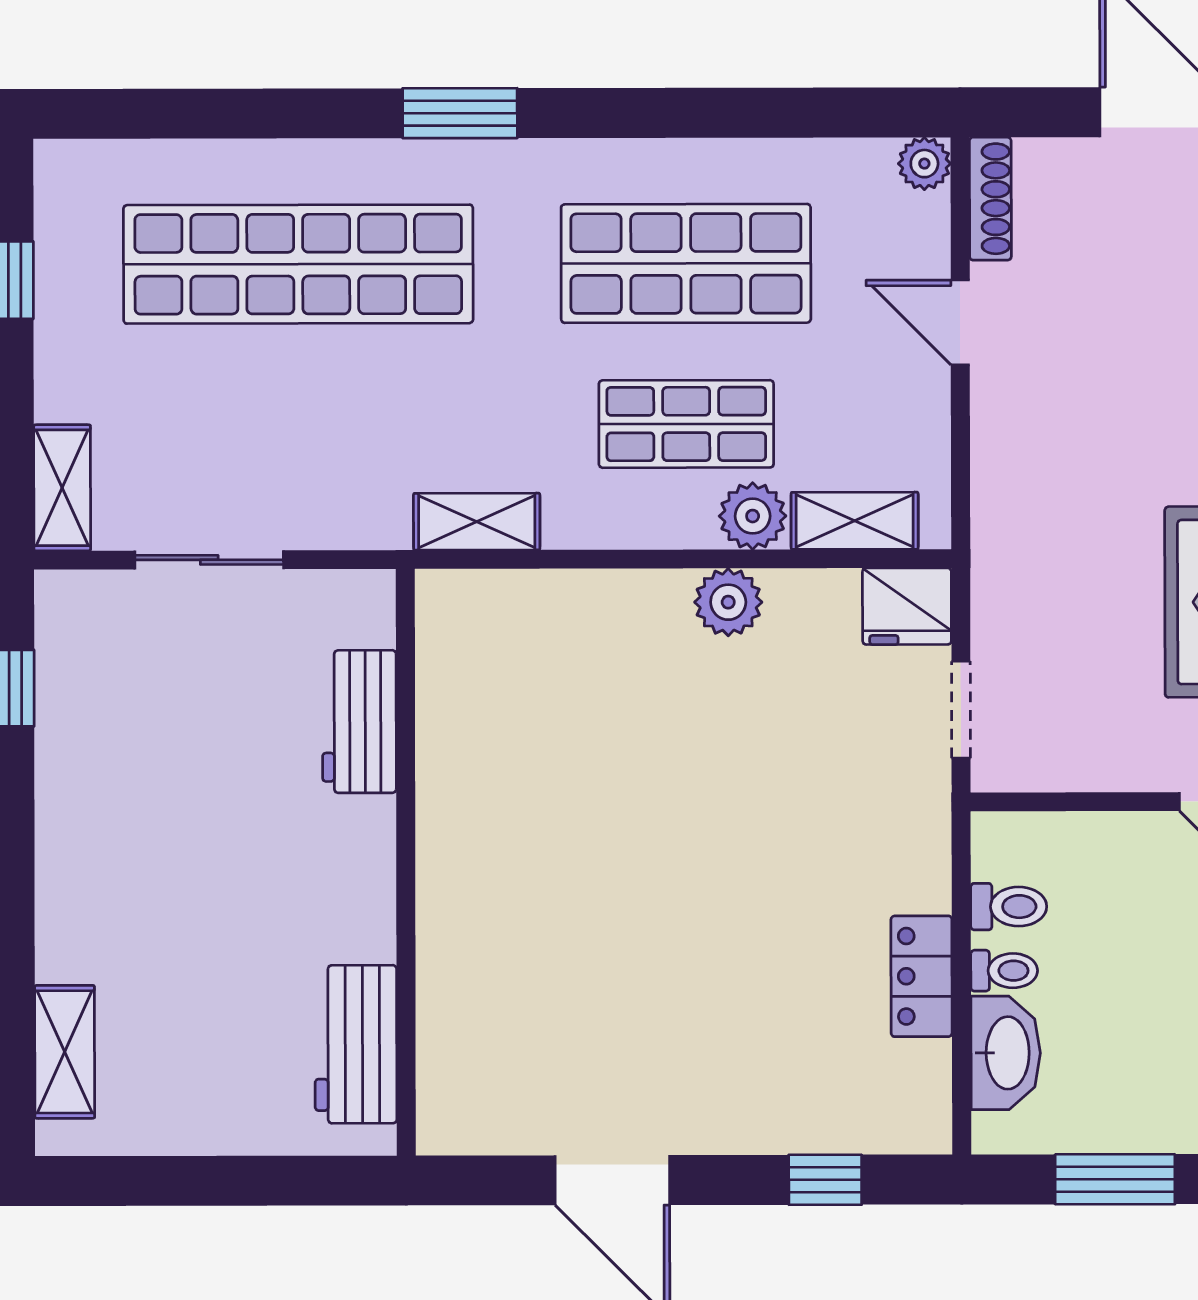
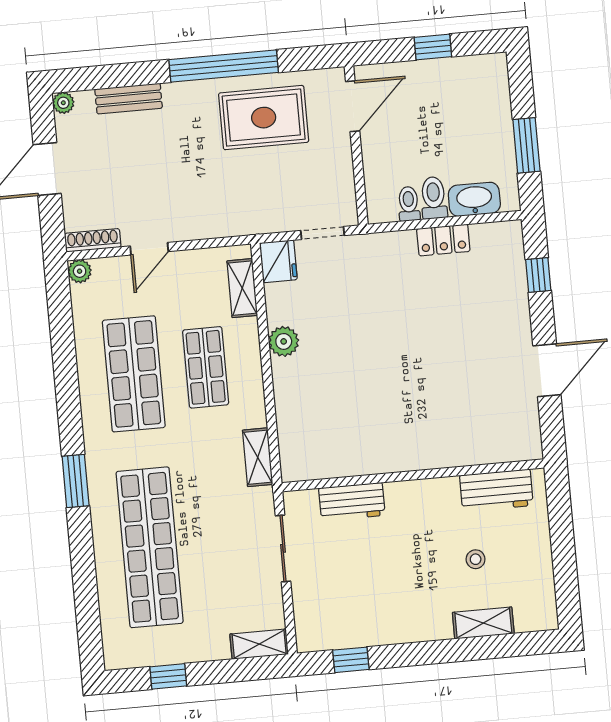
plant: (753, 516) -> (244, 334), removed
sliding door: (209, 560) -> (283, 548), moved
toilet: (1004, 971) -> (434, 198), width x1.37, depth x1.39
stool: (207, 984) -> (476, 559), added
shelving: (65, 1052) -> (483, 623), moved

